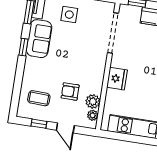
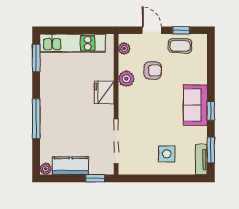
sofa: (39, 39) -> (195, 105), moved
coffee table: (39, 98) -> (180, 46), moved
plant: (93, 101) -> (126, 79), moved

